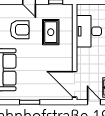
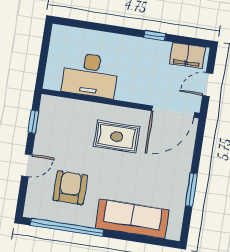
rug: (51, 32) -> (117, 137), moved

